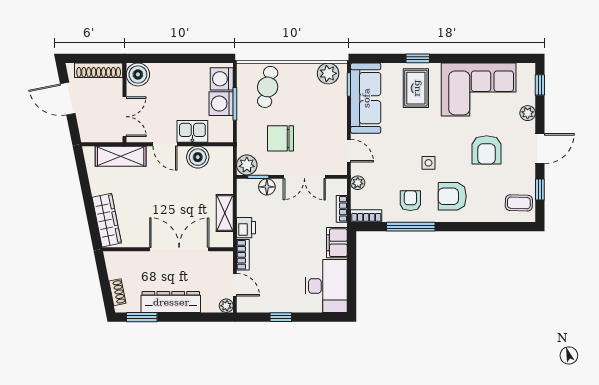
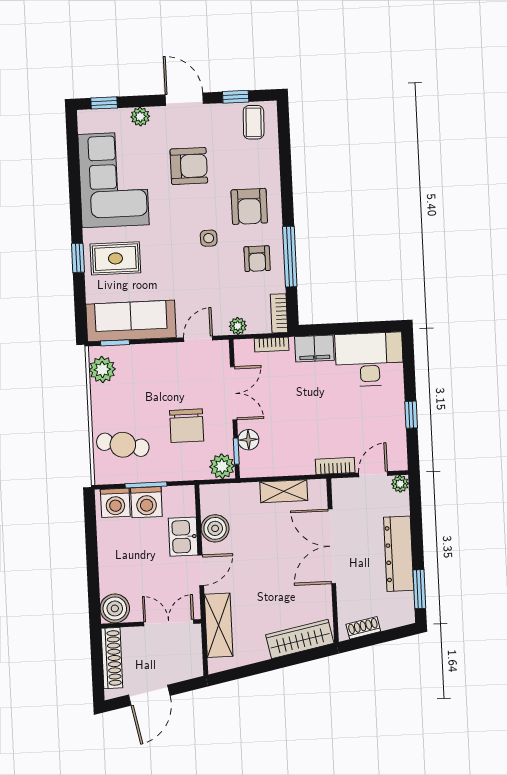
armchair: (410, 201) -> (257, 259), turned -90
printer: (246, 228) -> (301, 464), removed
shoe rack: (117, 292) -> (363, 628), moved

